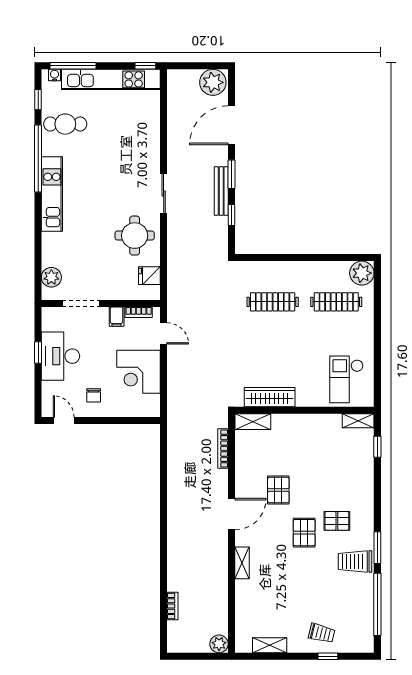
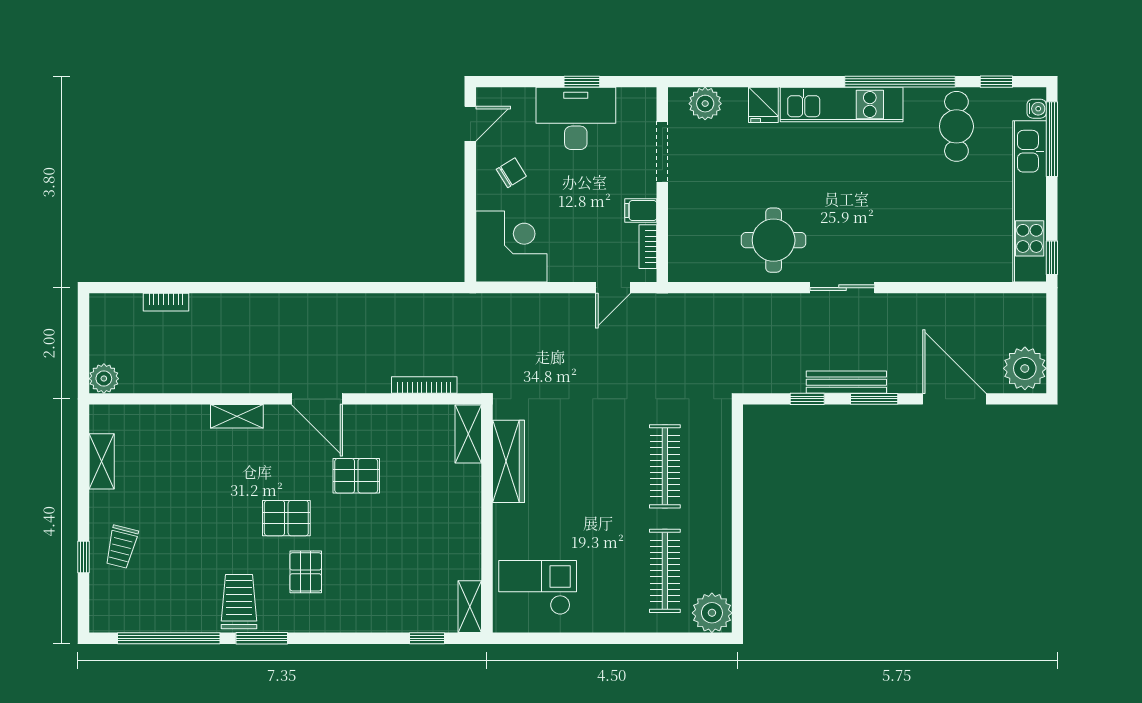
fridge: (149, 276) -> (763, 105), moved, turned 180
corner desk: (139, 372) -> (511, 246), moved, turned 90
chair: (94, 395) -> (511, 173), turned 148

